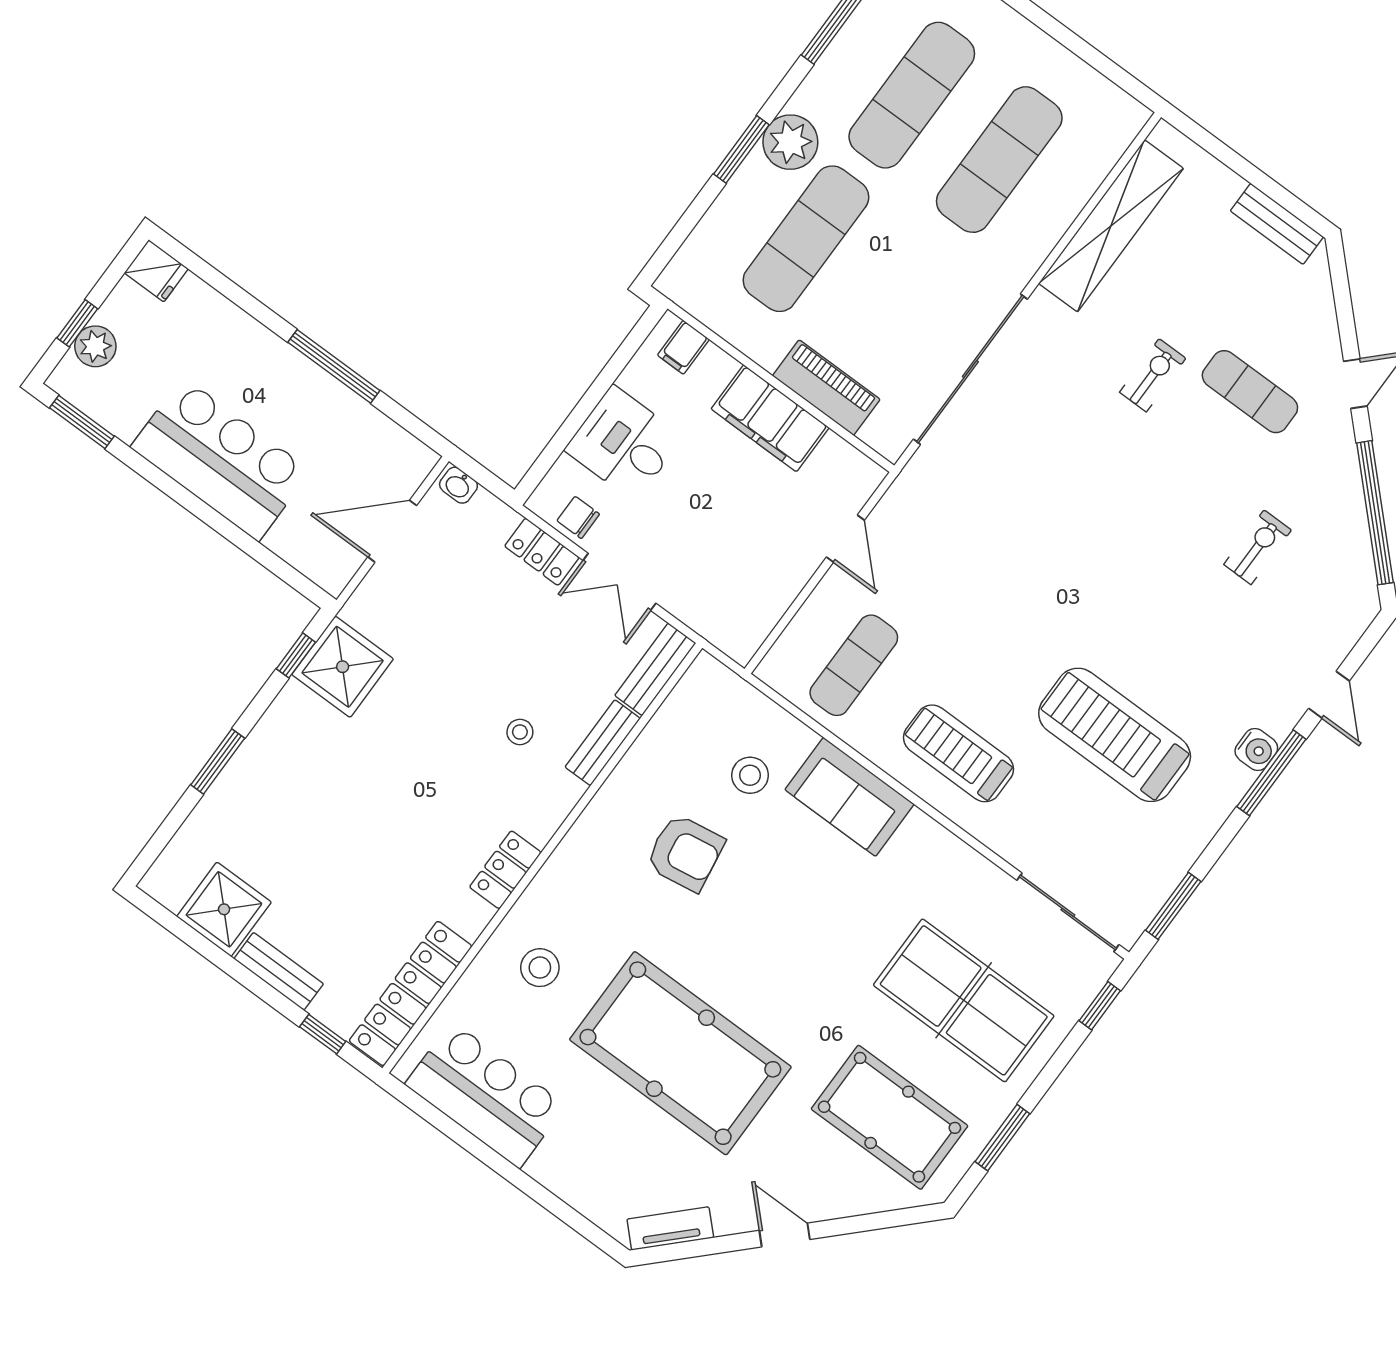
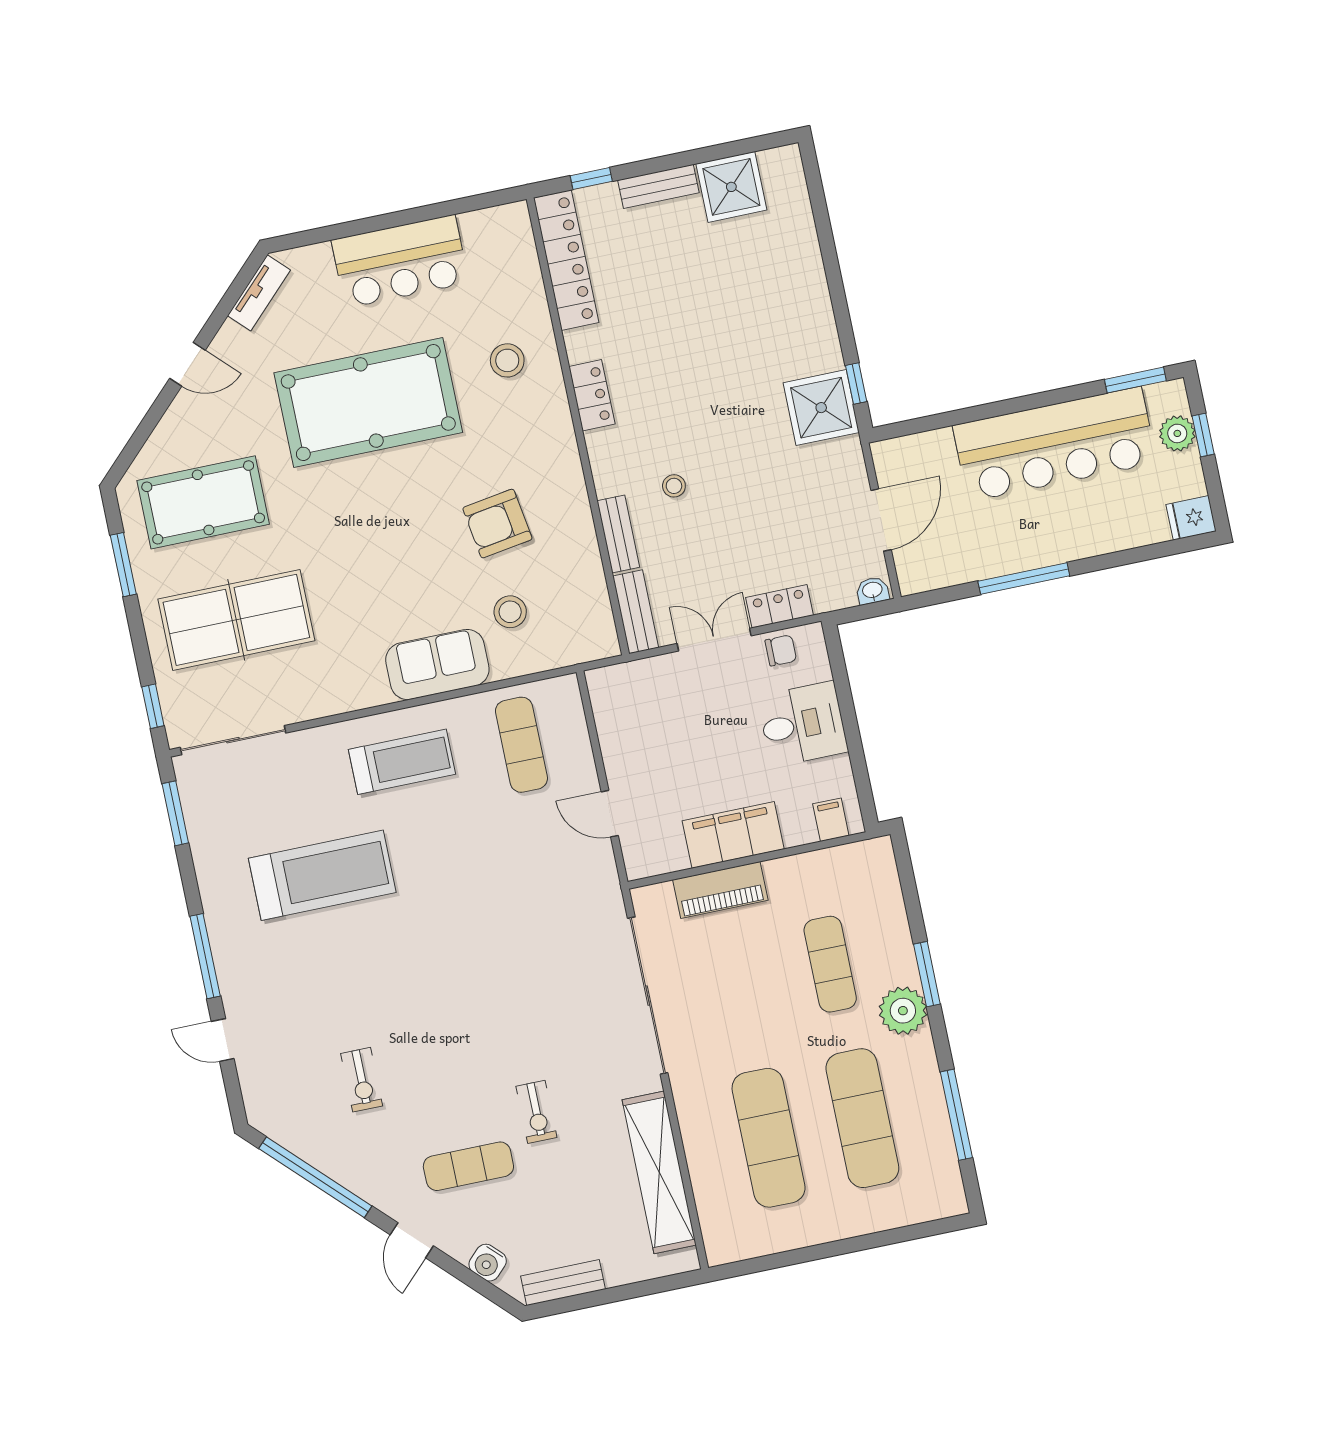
exercise mat: (806, 239) -> (830, 964), width x0.73, depth x0.69
bar counter: (220, 459) -> (1055, 444), width x1.36
water cooler: (1256, 750) -> (488, 1263), moved, turned -45
window: (218, 762) -> (832, 270), removed
bar counter: (485, 1095) -> (400, 261), moved

